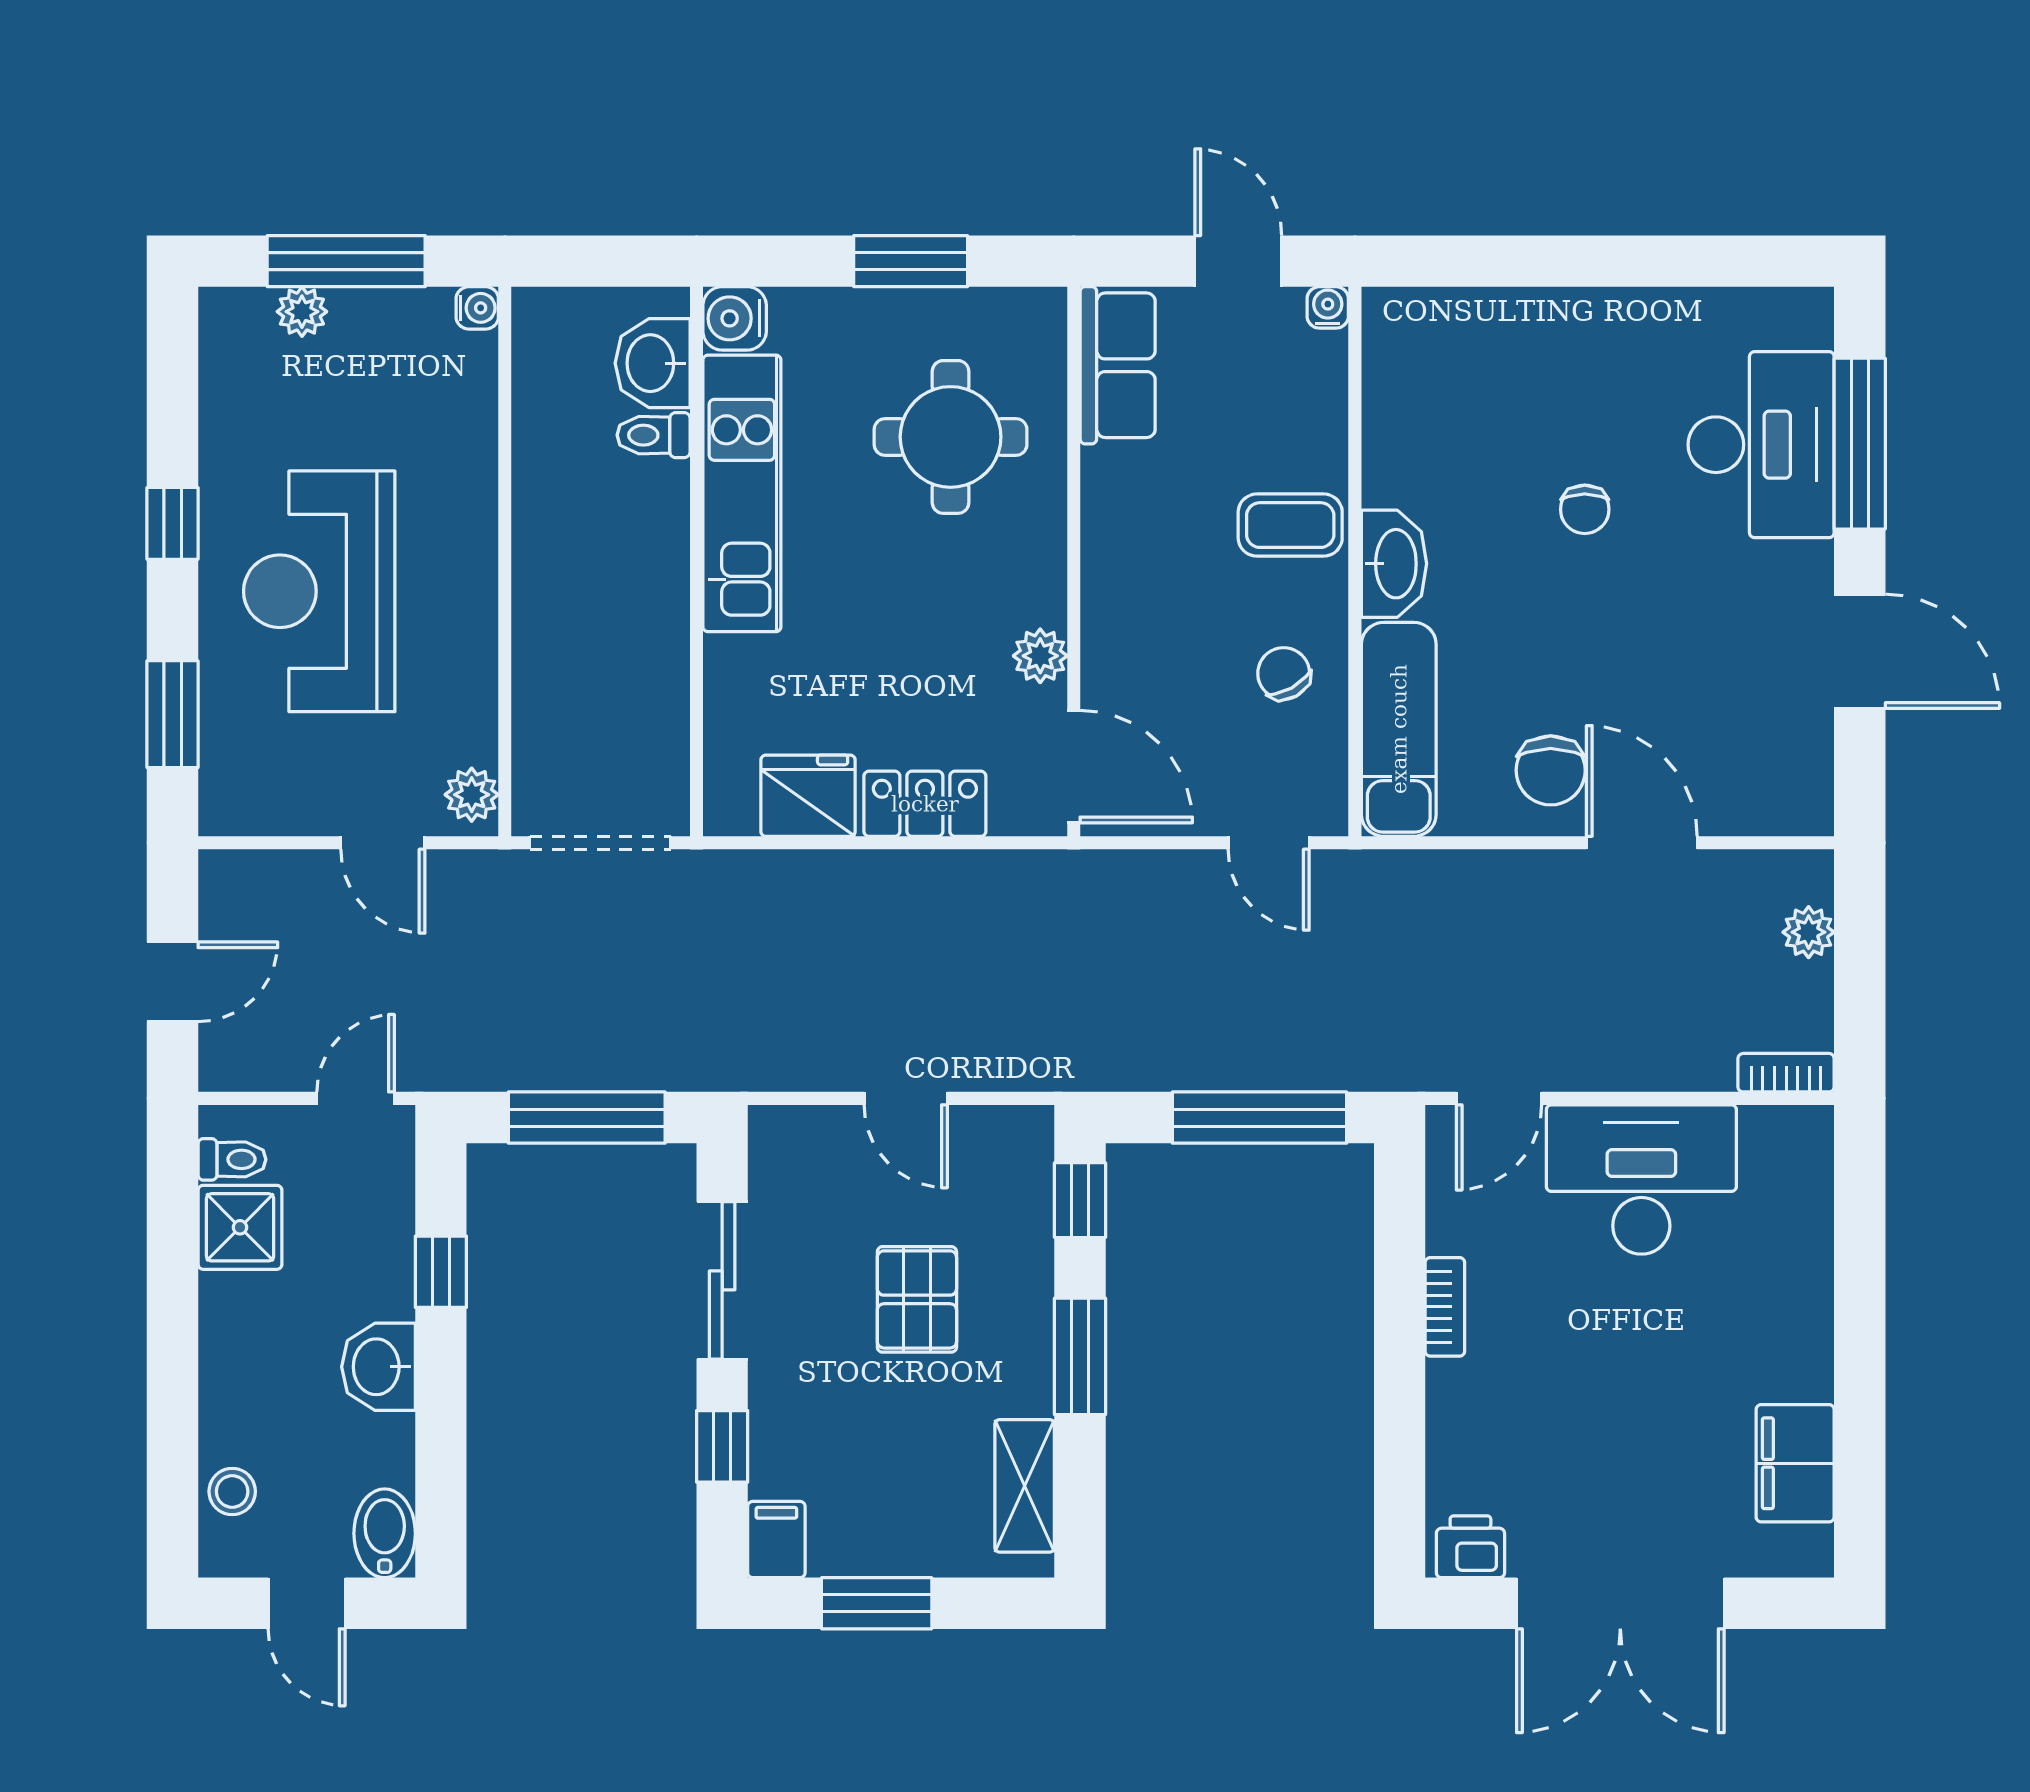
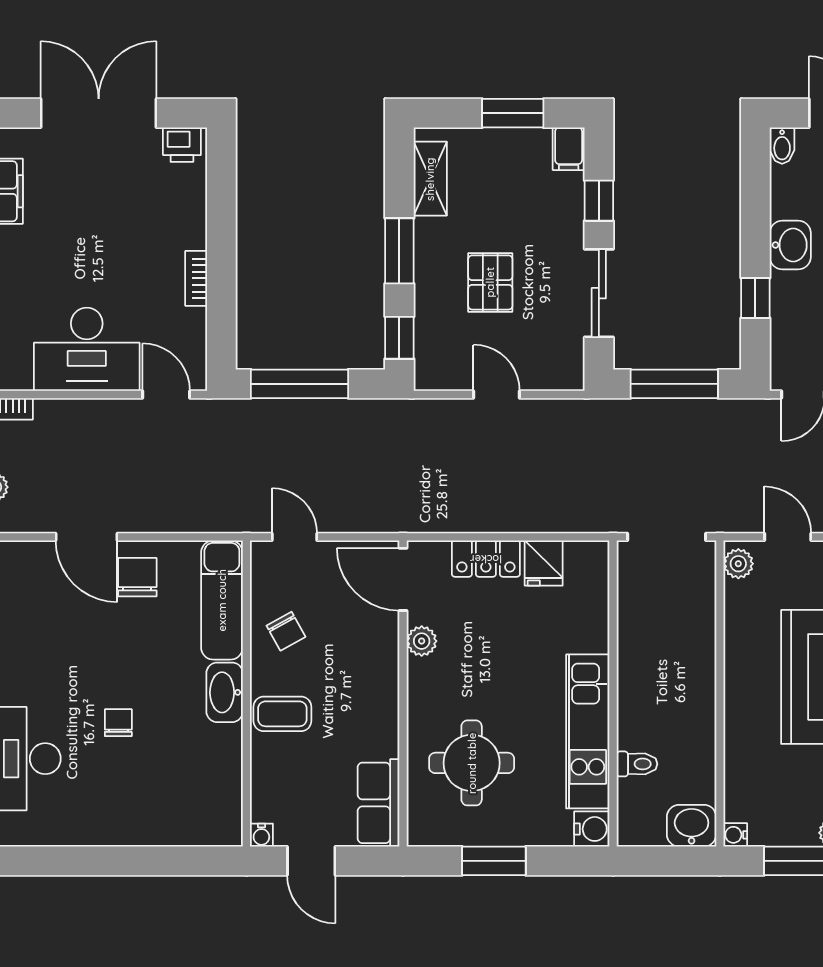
washbasin: (653, 363) -> (692, 826), moved, turned -90
fridge: (808, 796) -> (544, 563), width x0.72
door: (1499, 1098) -> (166, 394), hinge flipped
bidet: (385, 1533) -> (782, 146), width x0.72, depth x0.74

